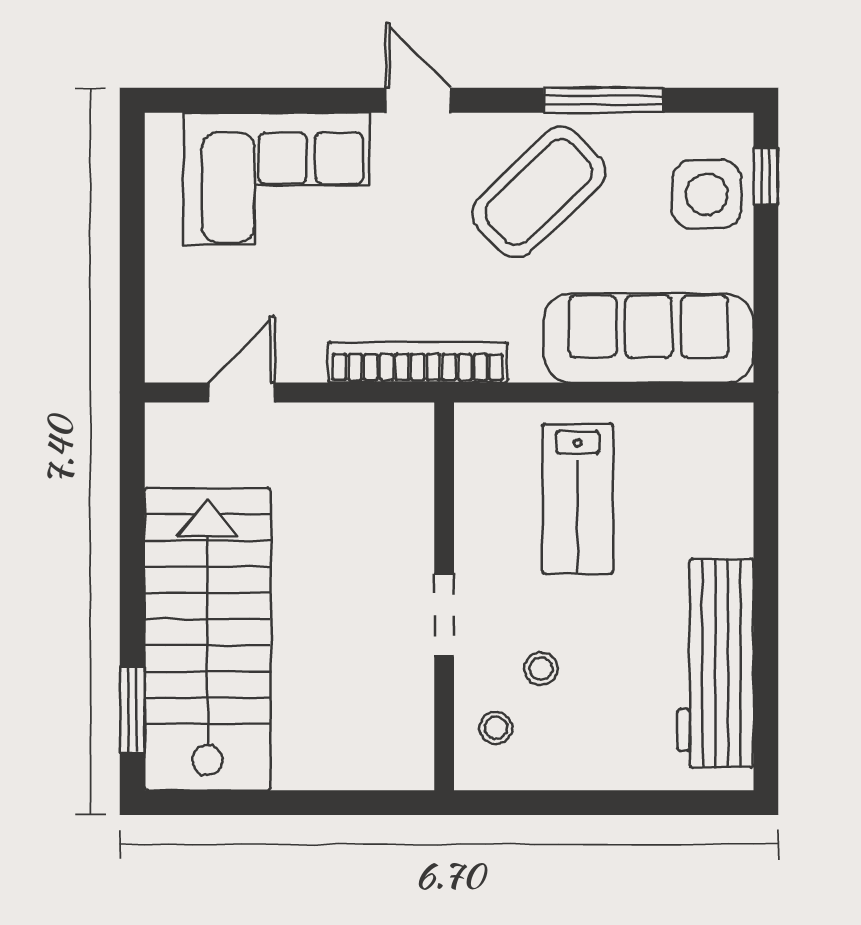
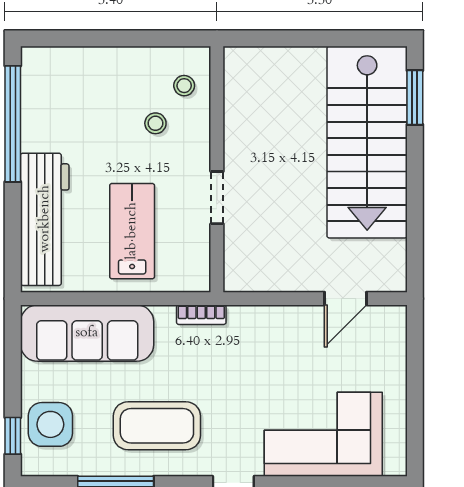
coffee table: (539, 192) -> (157, 426), turned 44
bookcase: (418, 362) -> (201, 315), width x0.43, depth x0.76
doorway: (444, 615) -> (217, 198), moved
workbench: (715, 663) -> (45, 219), moved
window: (766, 668) -> (13, 124), added

